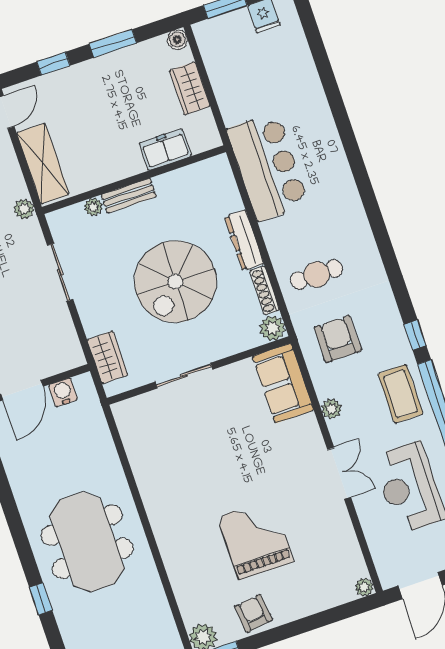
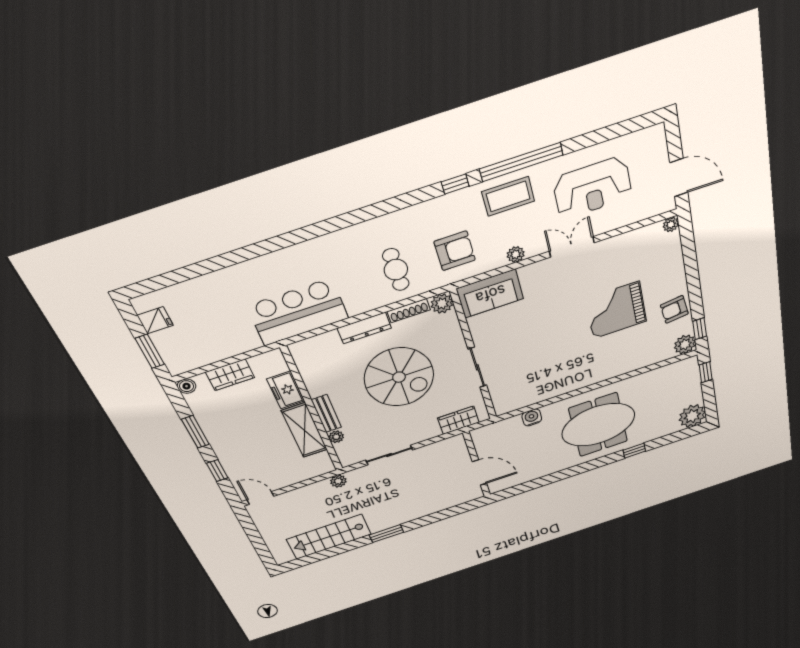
shelving: (43, 164) -> (305, 430), moved, turned 90
armchair: (338, 339) -> (455, 251), turned 180
water cooler: (63, 392) -> (532, 417), moved, turned 90

